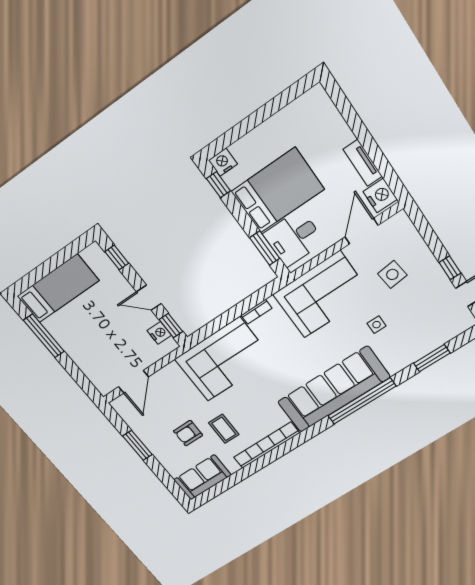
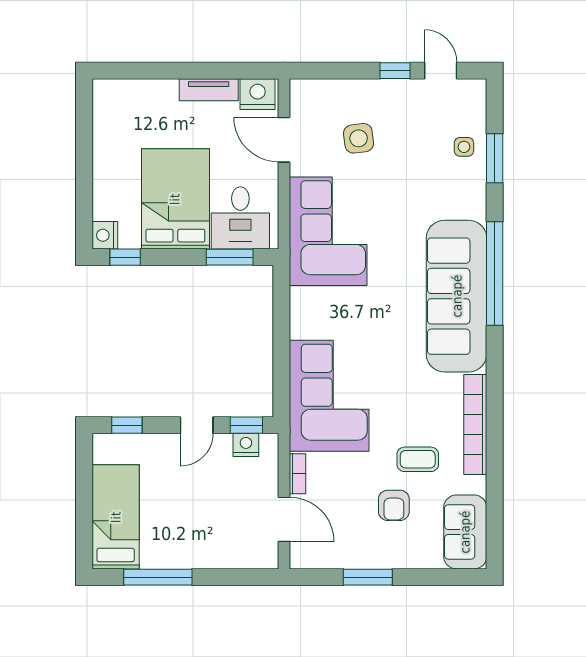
bookcase: (256, 312) -> (297, 474), moved
side table: (377, 325) -> (464, 147), moved

